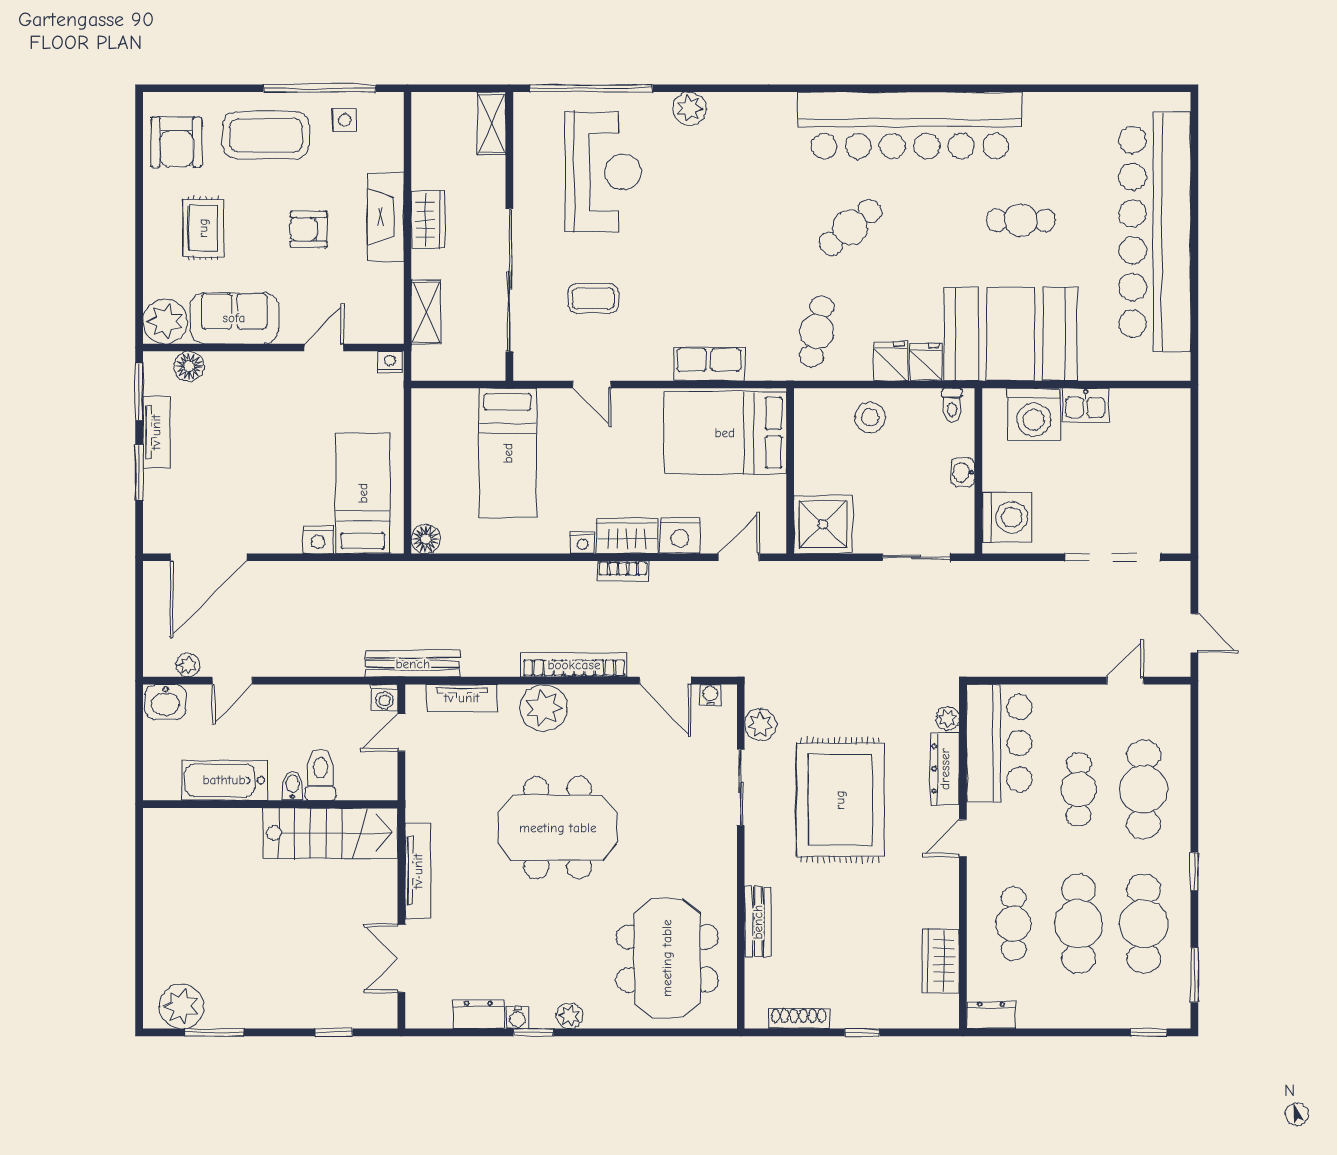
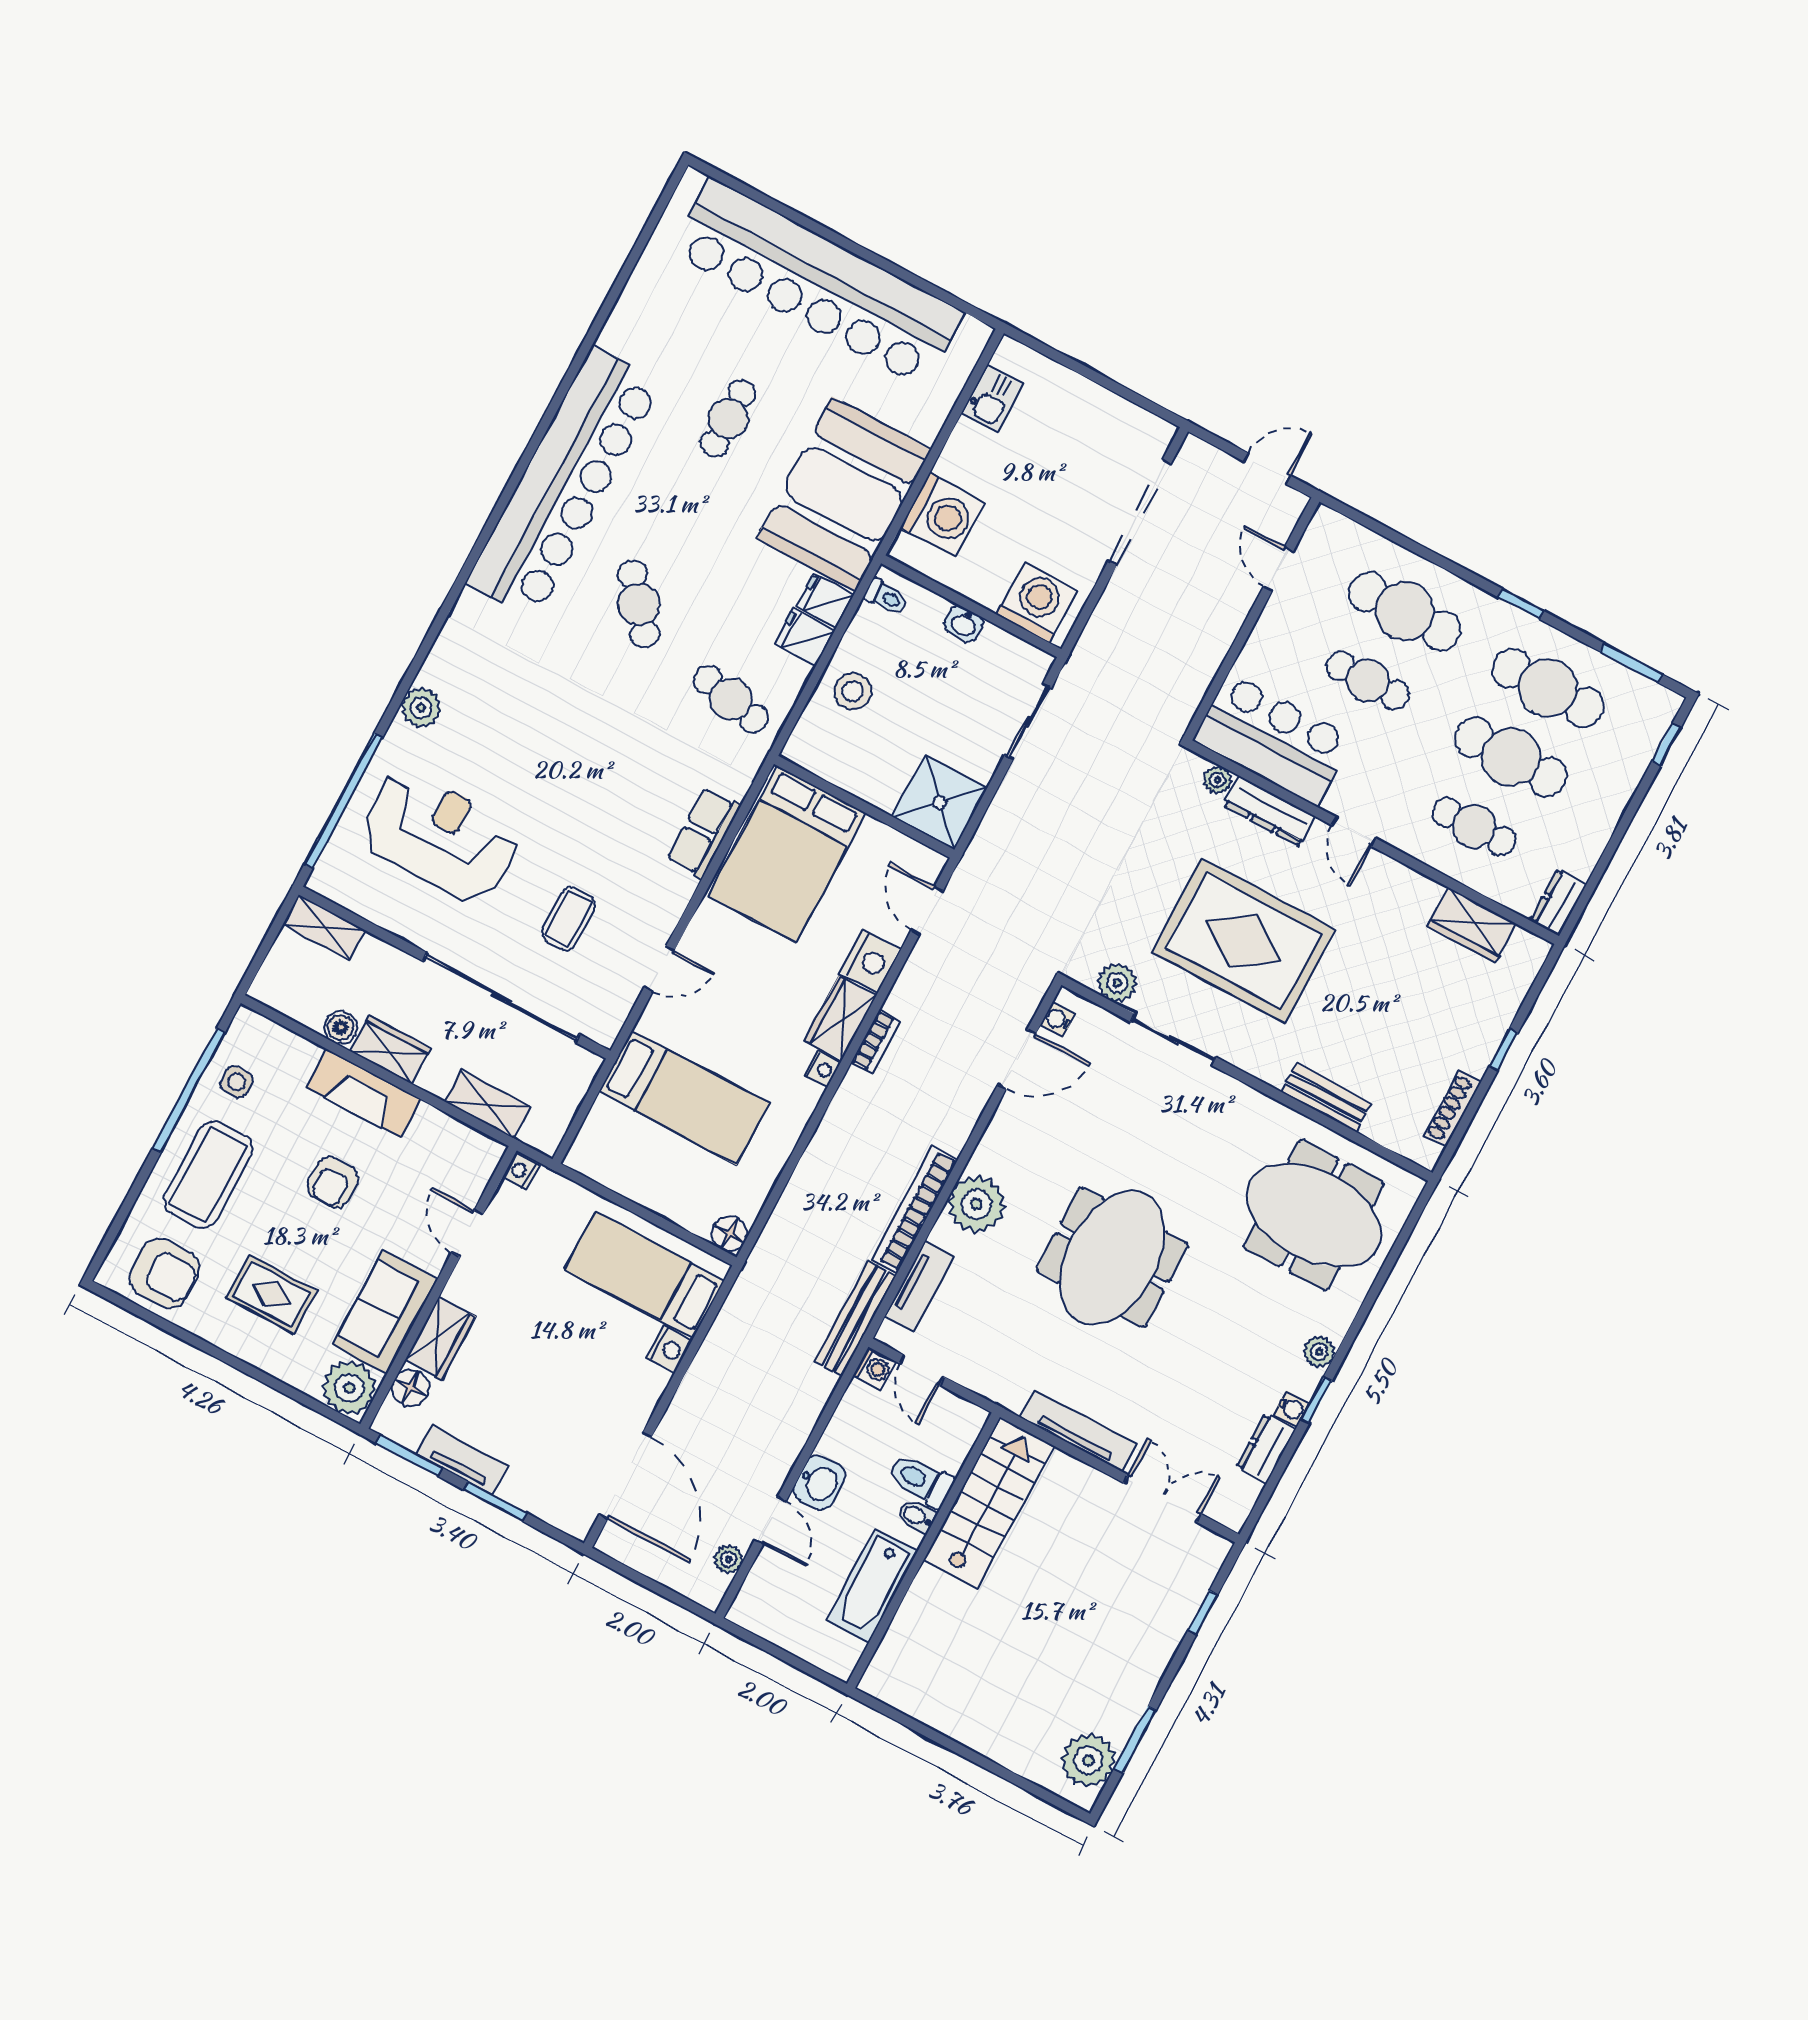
boiler: (425, 175) -> (341, 1028), added
wardrobe: (237, 369) -> (440, 1338), added
kitchen sink: (1085, 405) -> (992, 398), moved
bookcase: (574, 665) -> (915, 1210), moved
washbasin: (166, 702) -> (819, 1483), moved
double door: (401, 958) -> (1162, 1498), swing flipped

